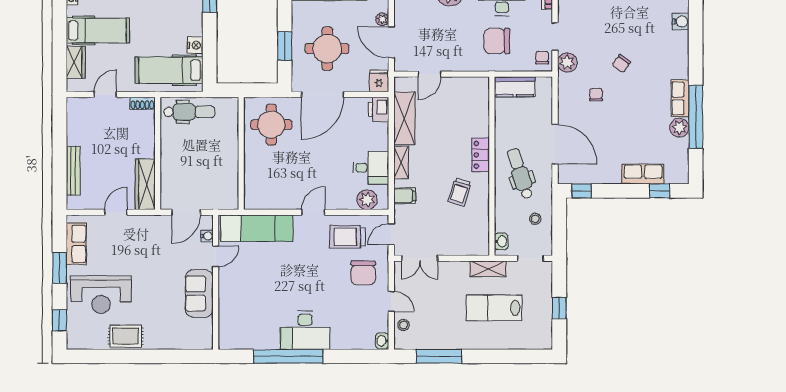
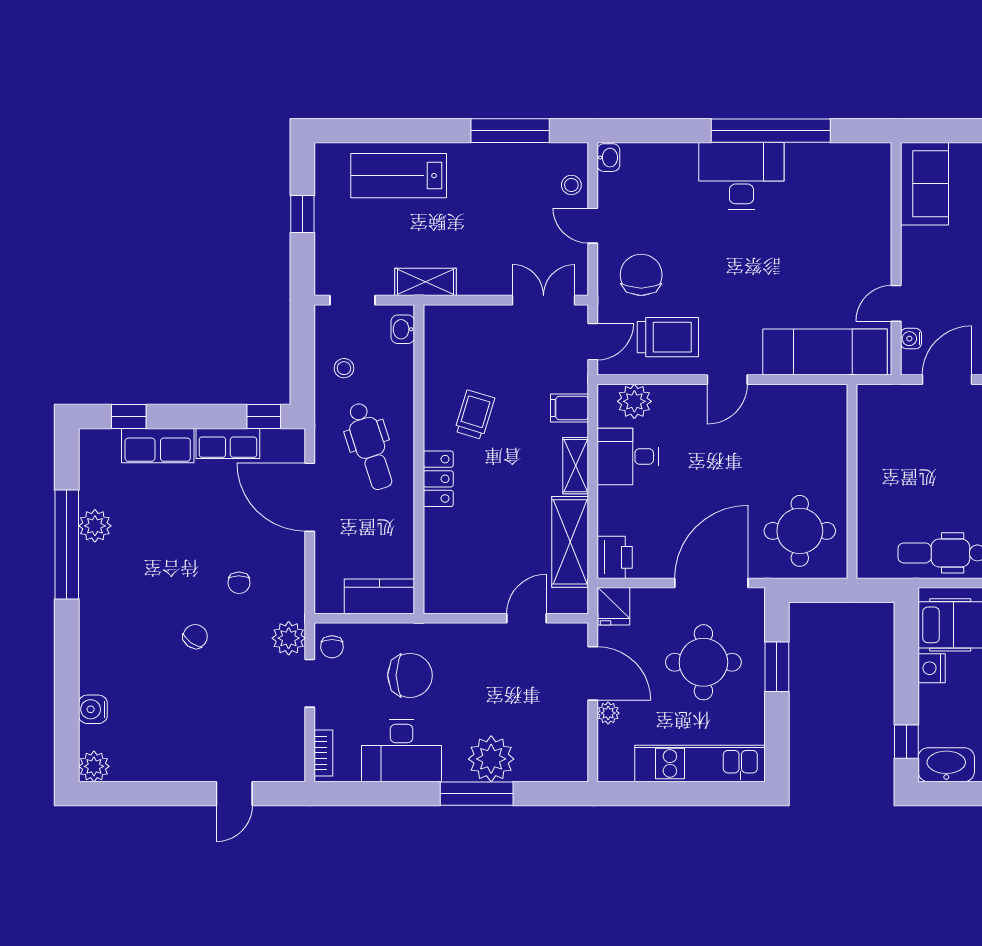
row of seats: (680, 98) -> (228, 443), moved, turned 90
sofa: (199, 294) -> (924, 184), moved
lab bench: (494, 308) -> (399, 176), moved, turned 180

